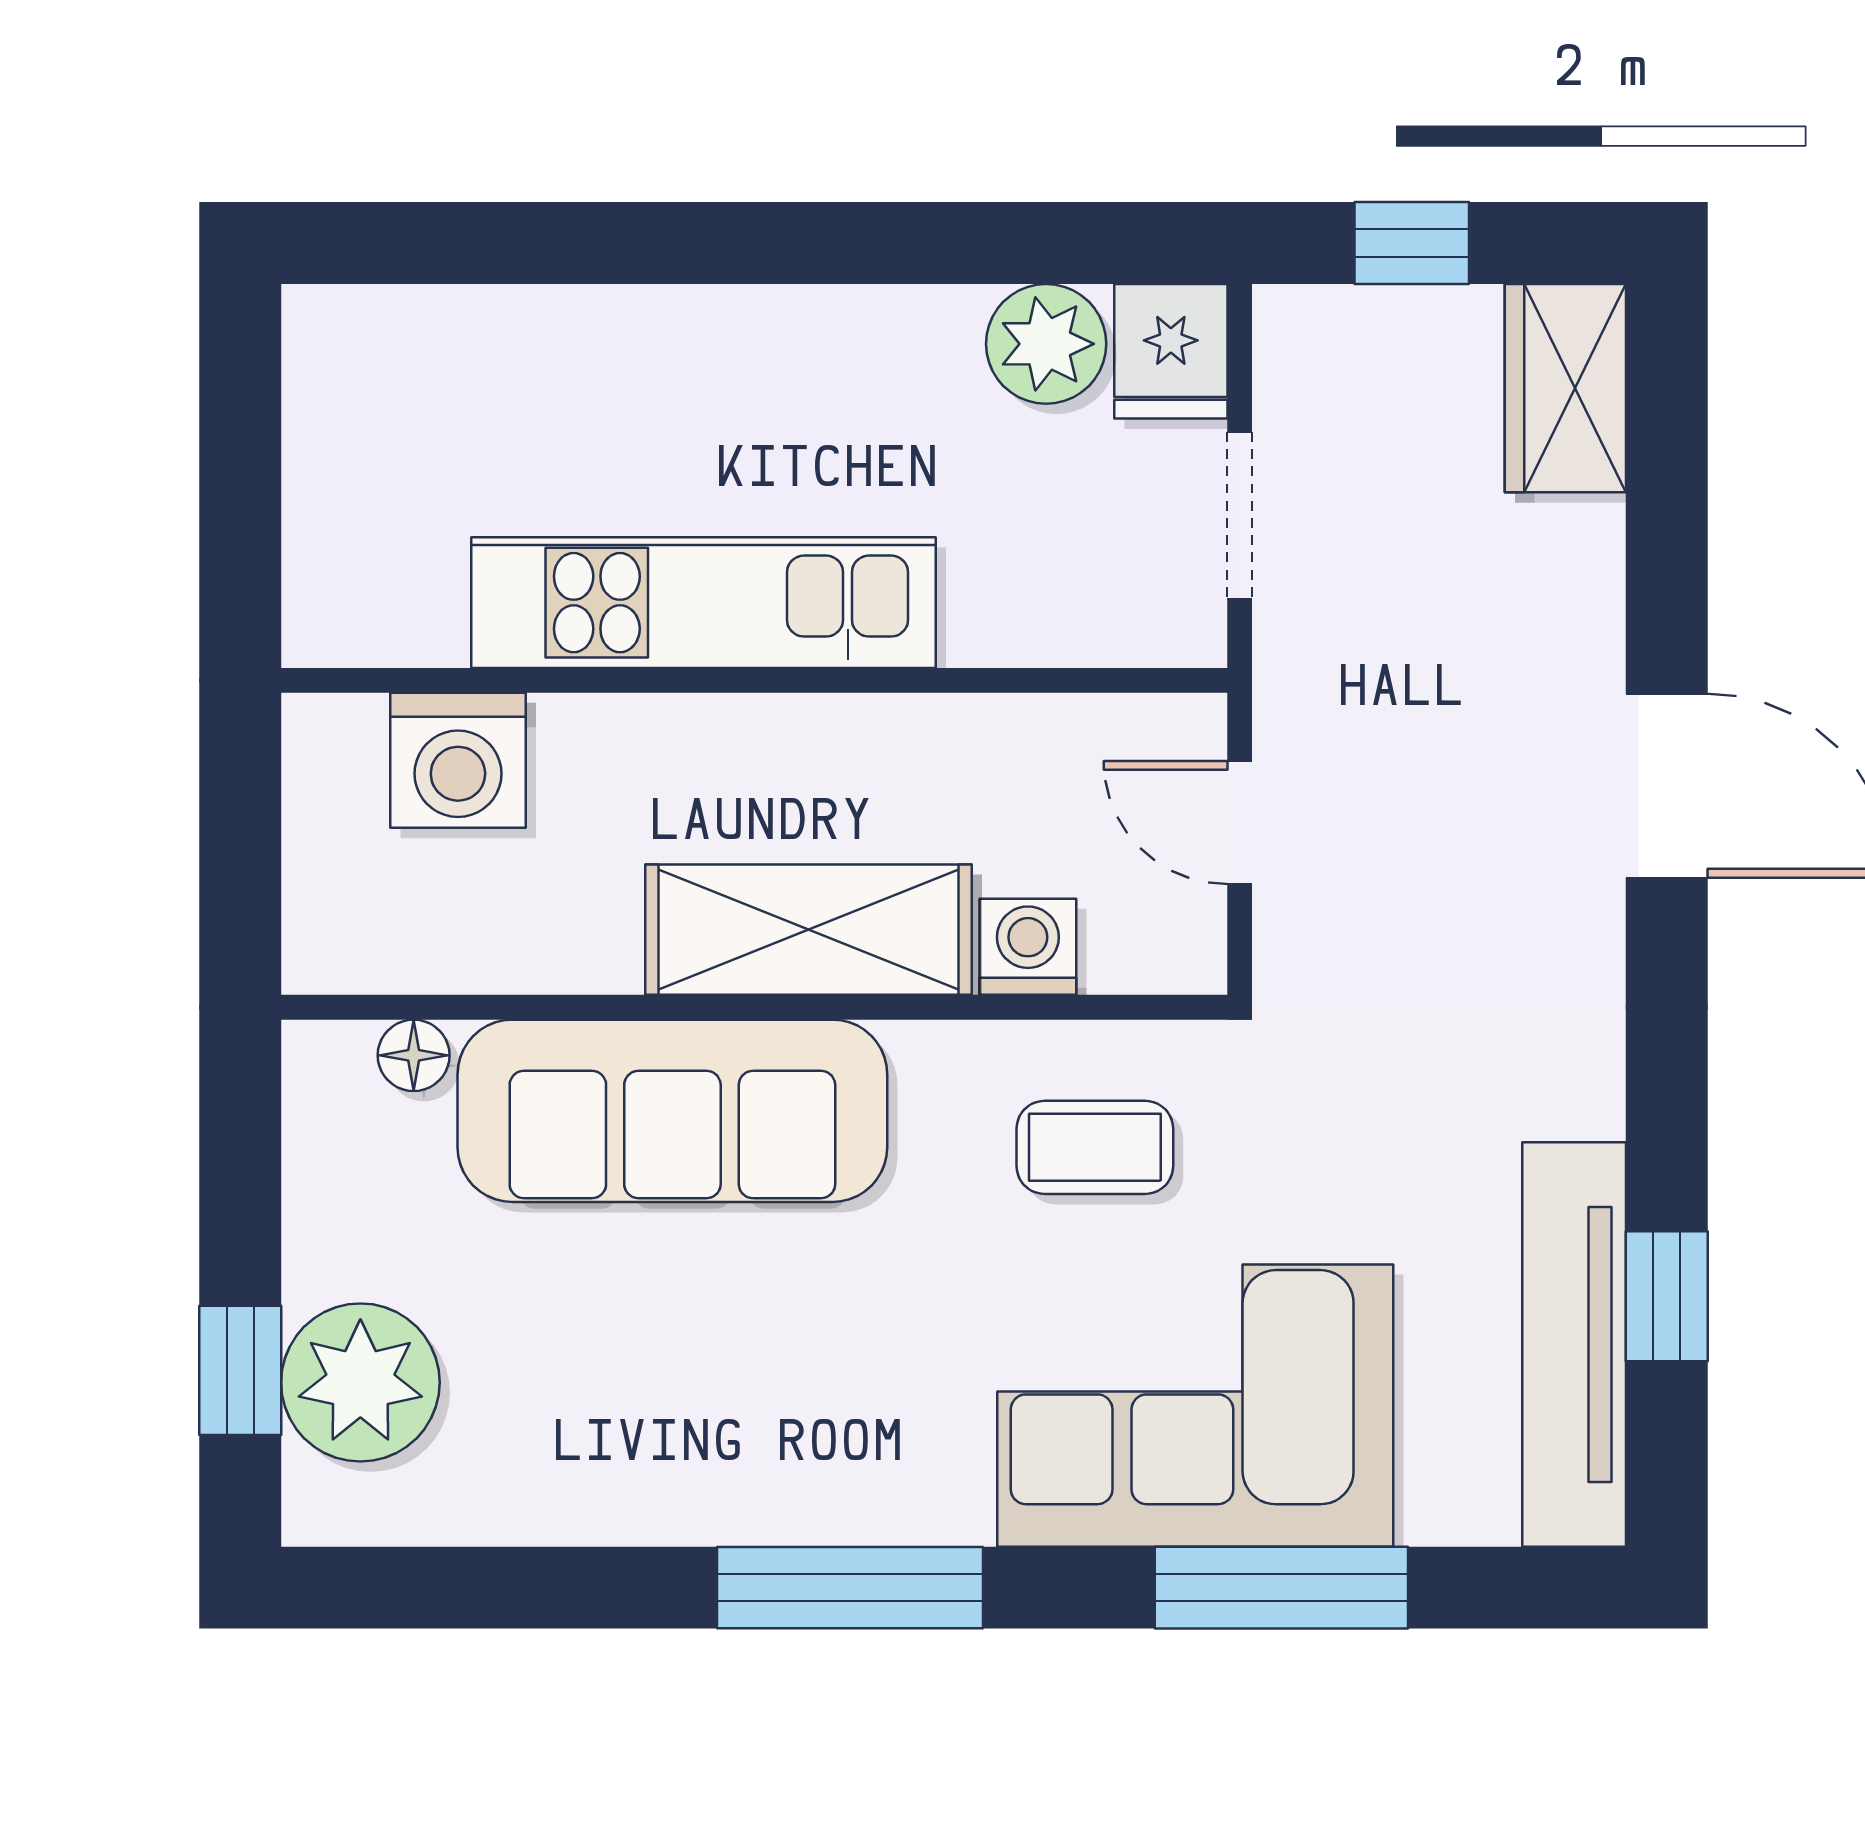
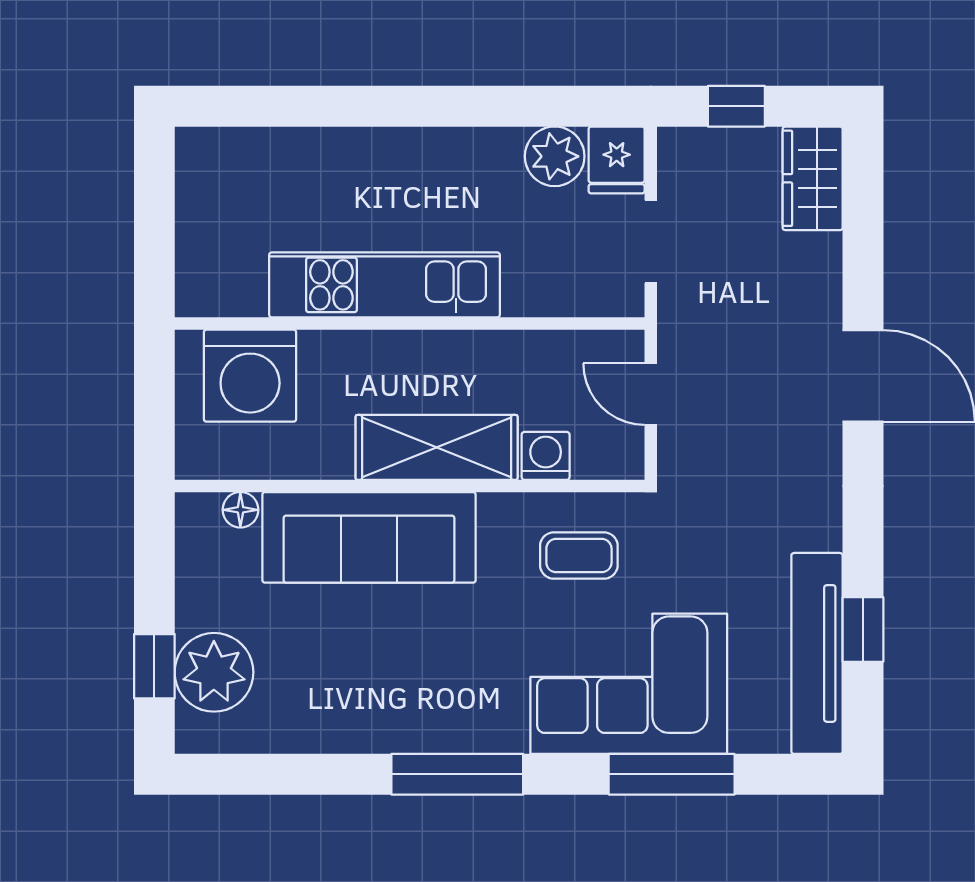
washing machine: (458, 760) -> (250, 376), width x1.37, depth x1.37

